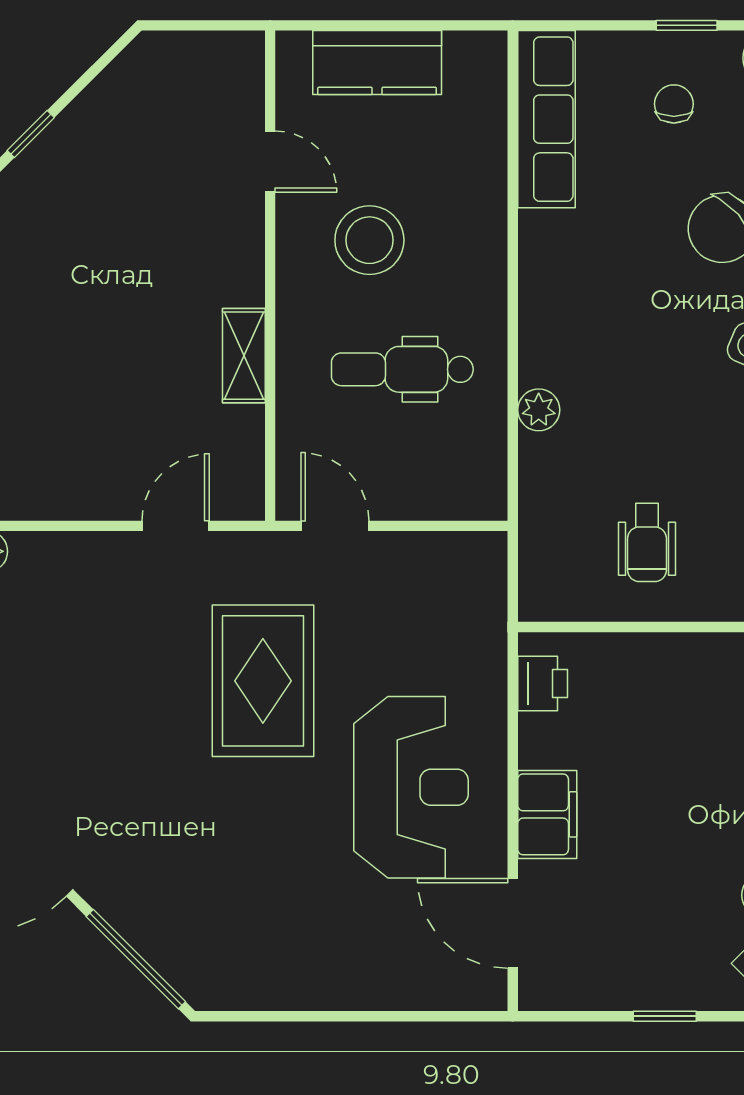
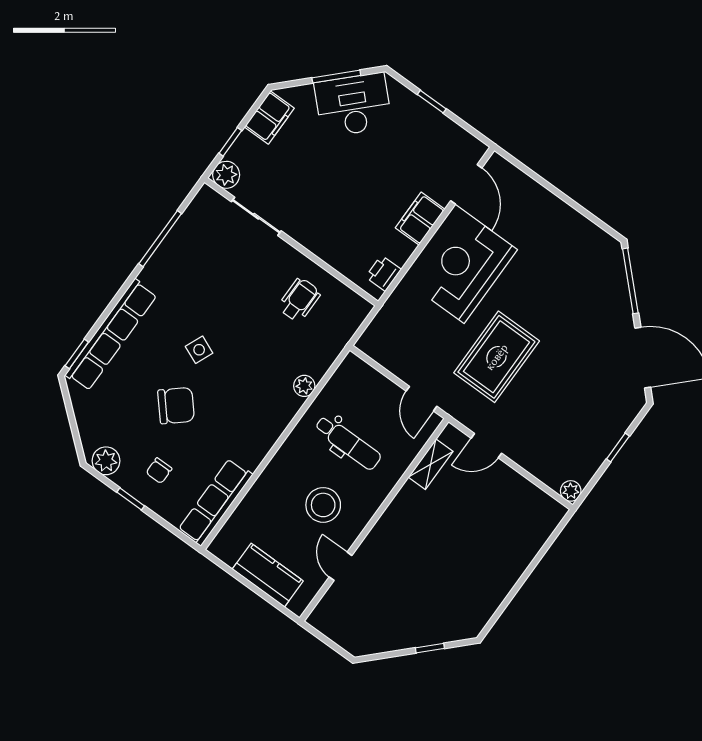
shelving: (244, 356) -> (431, 464), moved

